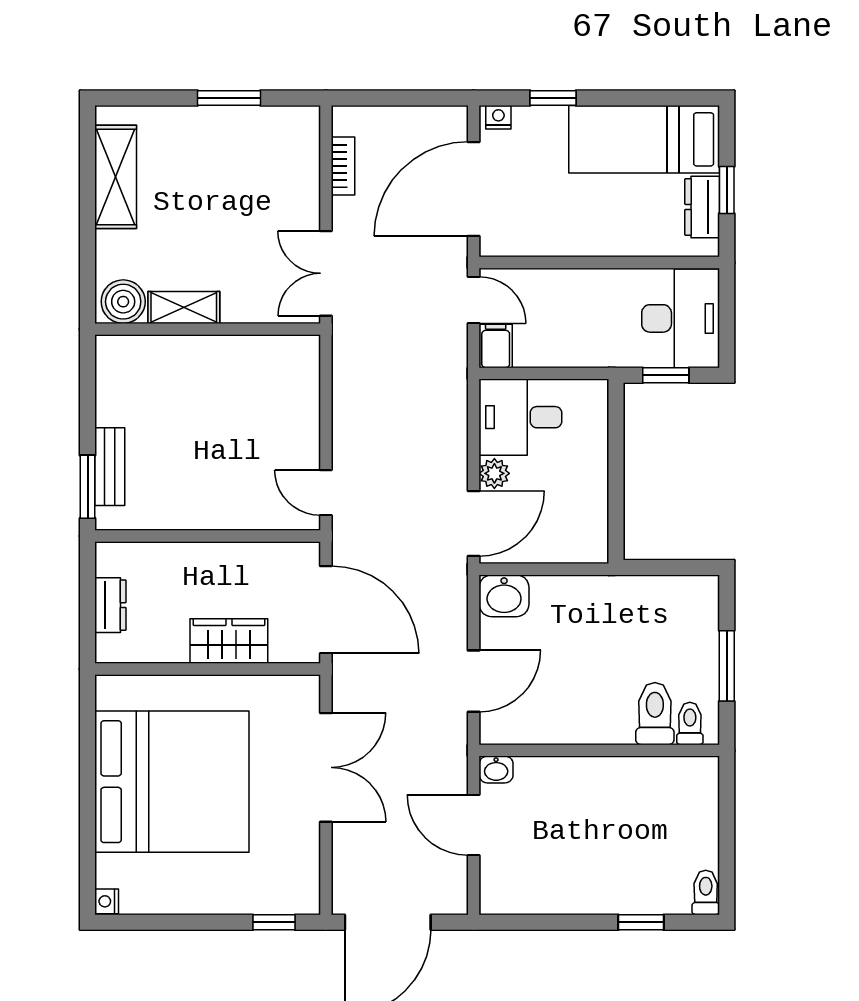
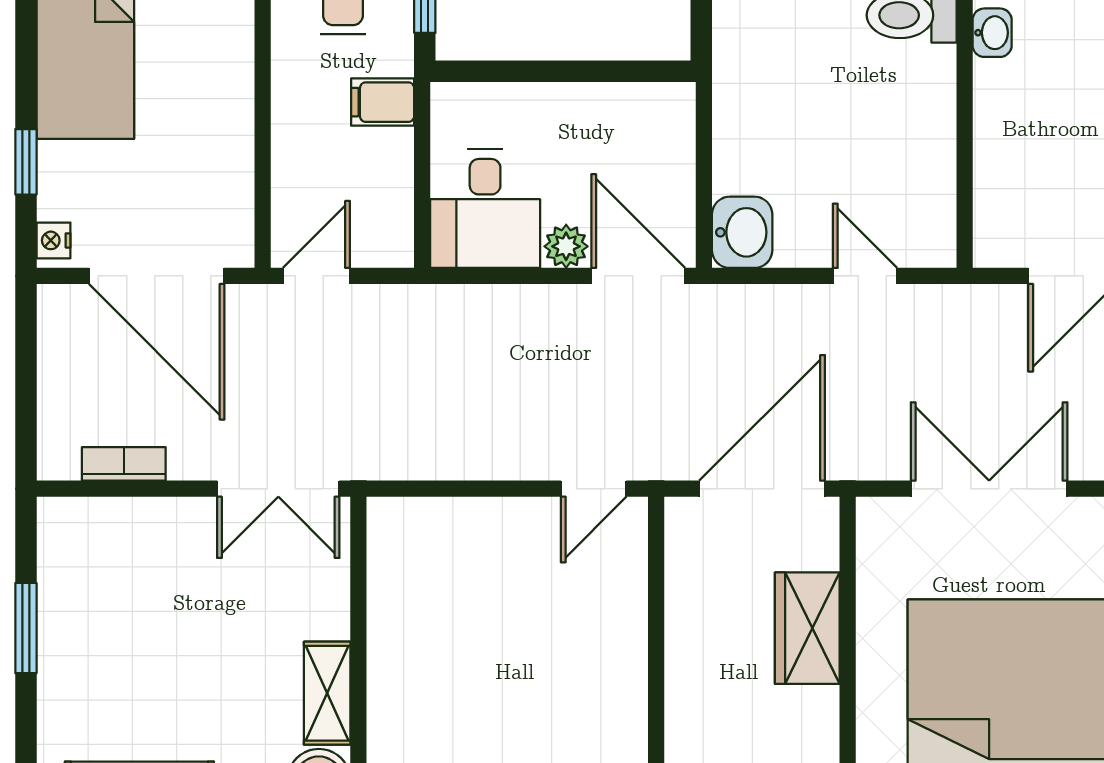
filing cabinet: (496, 346) -> (383, 102), moved
door: (474, 681) -> (865, 276), width x0.73
washbasin: (496, 769) -> (992, 33), moved

